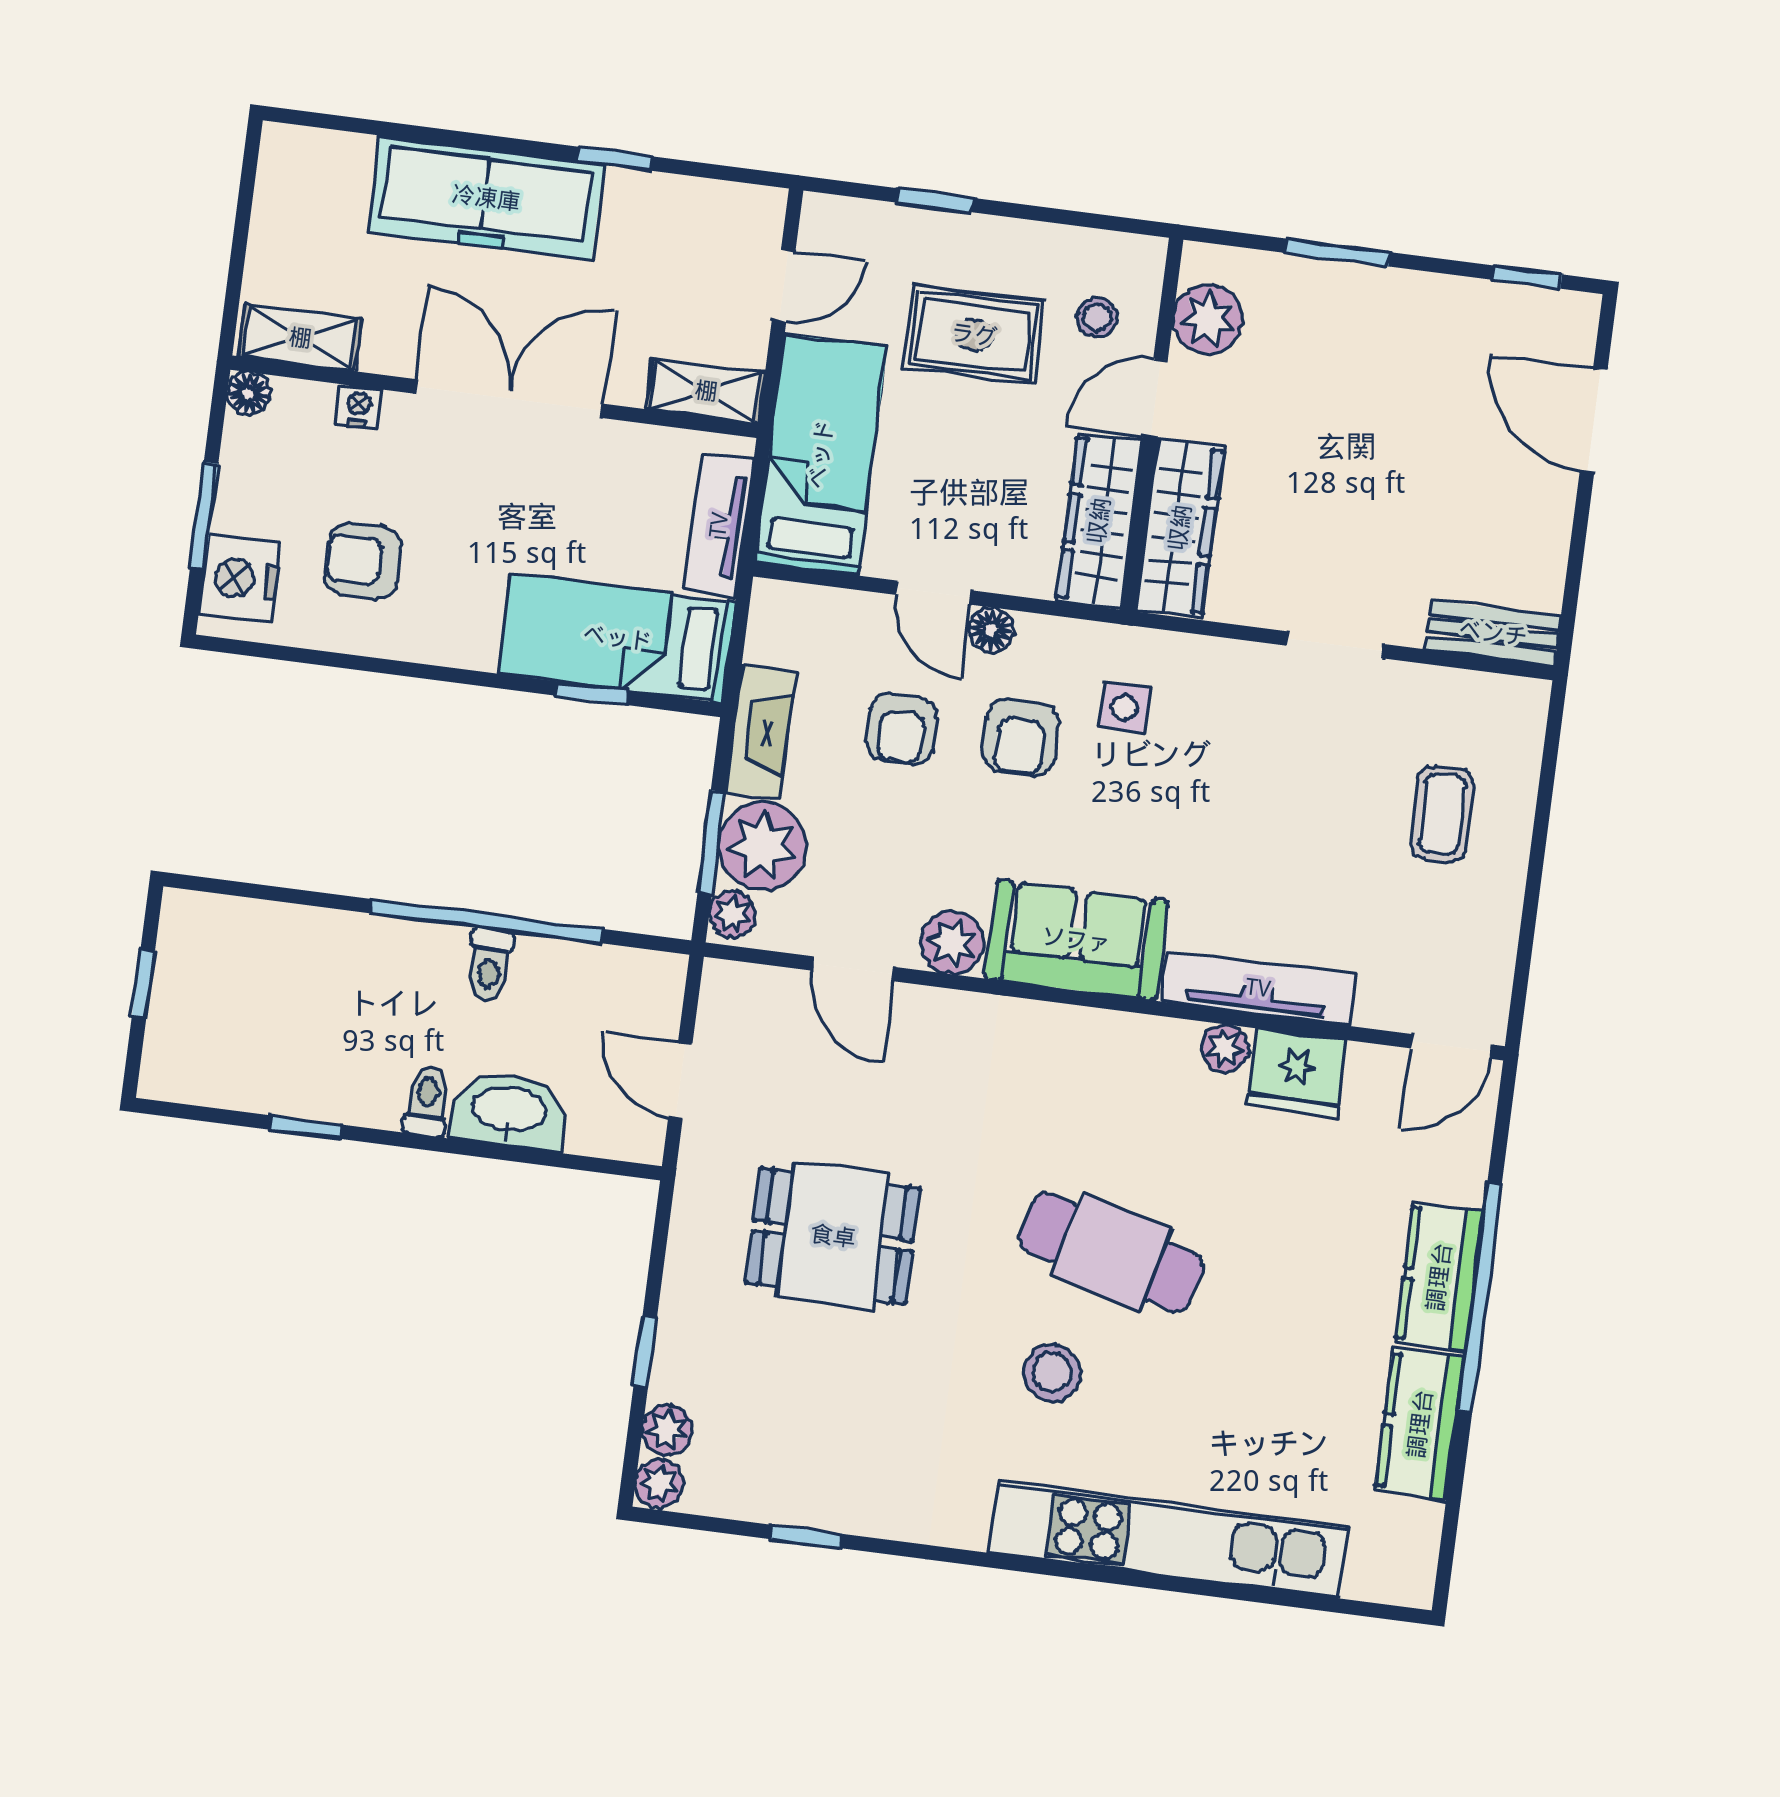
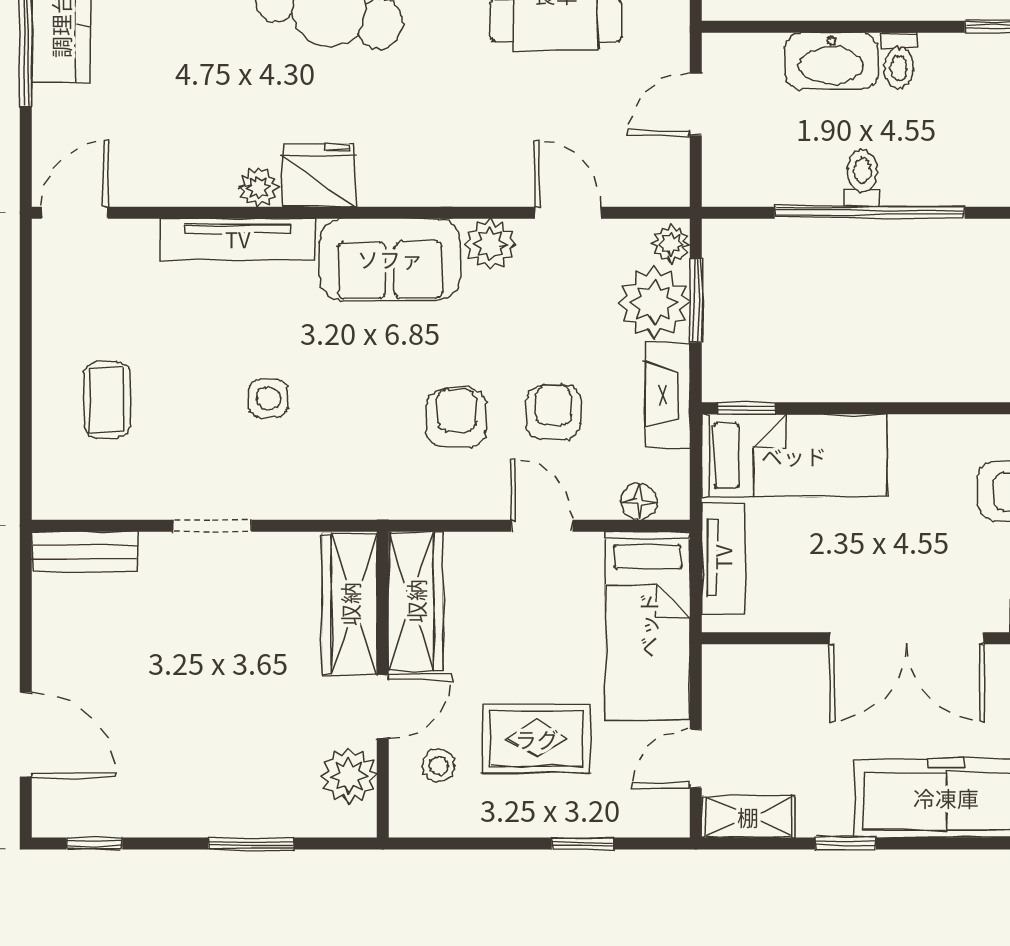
shelving: (706, 391) -> (748, 817), moved
floor lamp: (991, 630) -> (639, 502), moved
window: (591, 693) -> (747, 408), moved
side table: (1124, 707) -> (268, 398), moved
fridge: (1296, 1073) -> (319, 175), moved
door: (680, 1080) -> (696, 104), swing flipped

